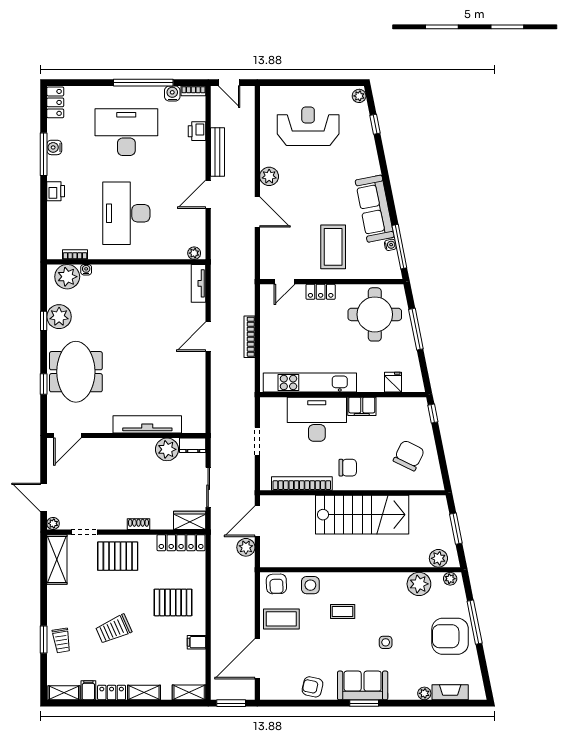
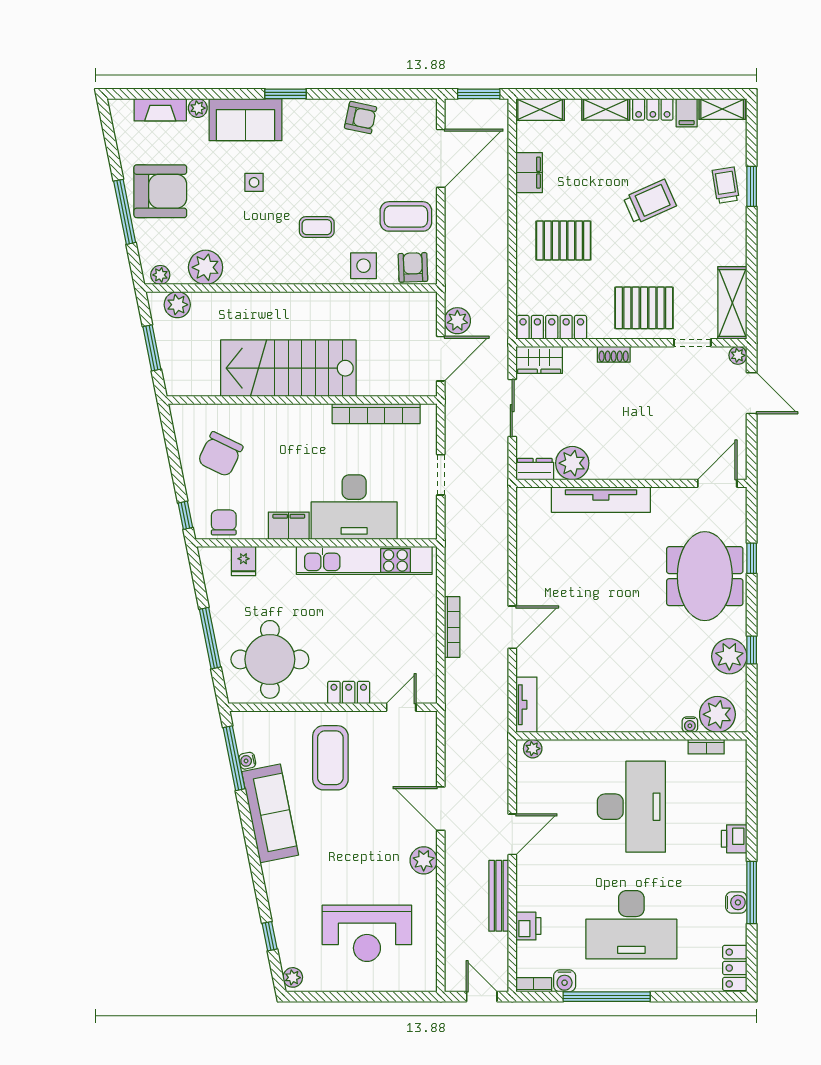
chair: (348, 468) -> (224, 522), moved, turned 90
filing cabinet: (197, 642) -> (529, 173), width x2.00
sofa: (363, 685) -> (245, 120), moved

